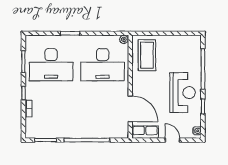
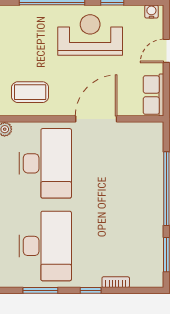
coffee table: (147, 55) -> (30, 92), width x0.73, depth x0.76
door: (130, 109) -> (96, 119), moved

